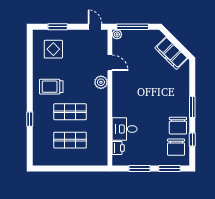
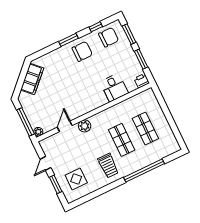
door: (95, 27) -> (46, 163), moved
window: (30, 119) -> (144, 171), width x3.17
chair: (178, 126) -> (82, 51), moved
printer: (118, 148) -> (142, 81), moved

